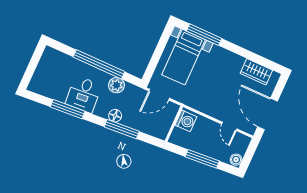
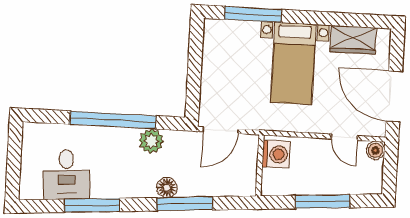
bed with nightstands: (184, 57) -> (293, 63), moved
desk: (84, 94) -> (66, 175), moved
boiler: (236, 160) -> (375, 150), moved

